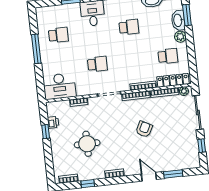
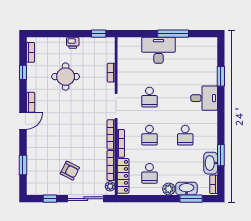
school desk: (58, 35) -> (149, 135), moved
desk: (59, 86) -> (159, 50), moved, turned 90
printer: (53, 122) -> (73, 43), moved
armchair: (144, 129) -> (70, 171), moved
window: (46, 132) -> (99, 34), moved
door: (149, 177) -> (23, 121), moved

